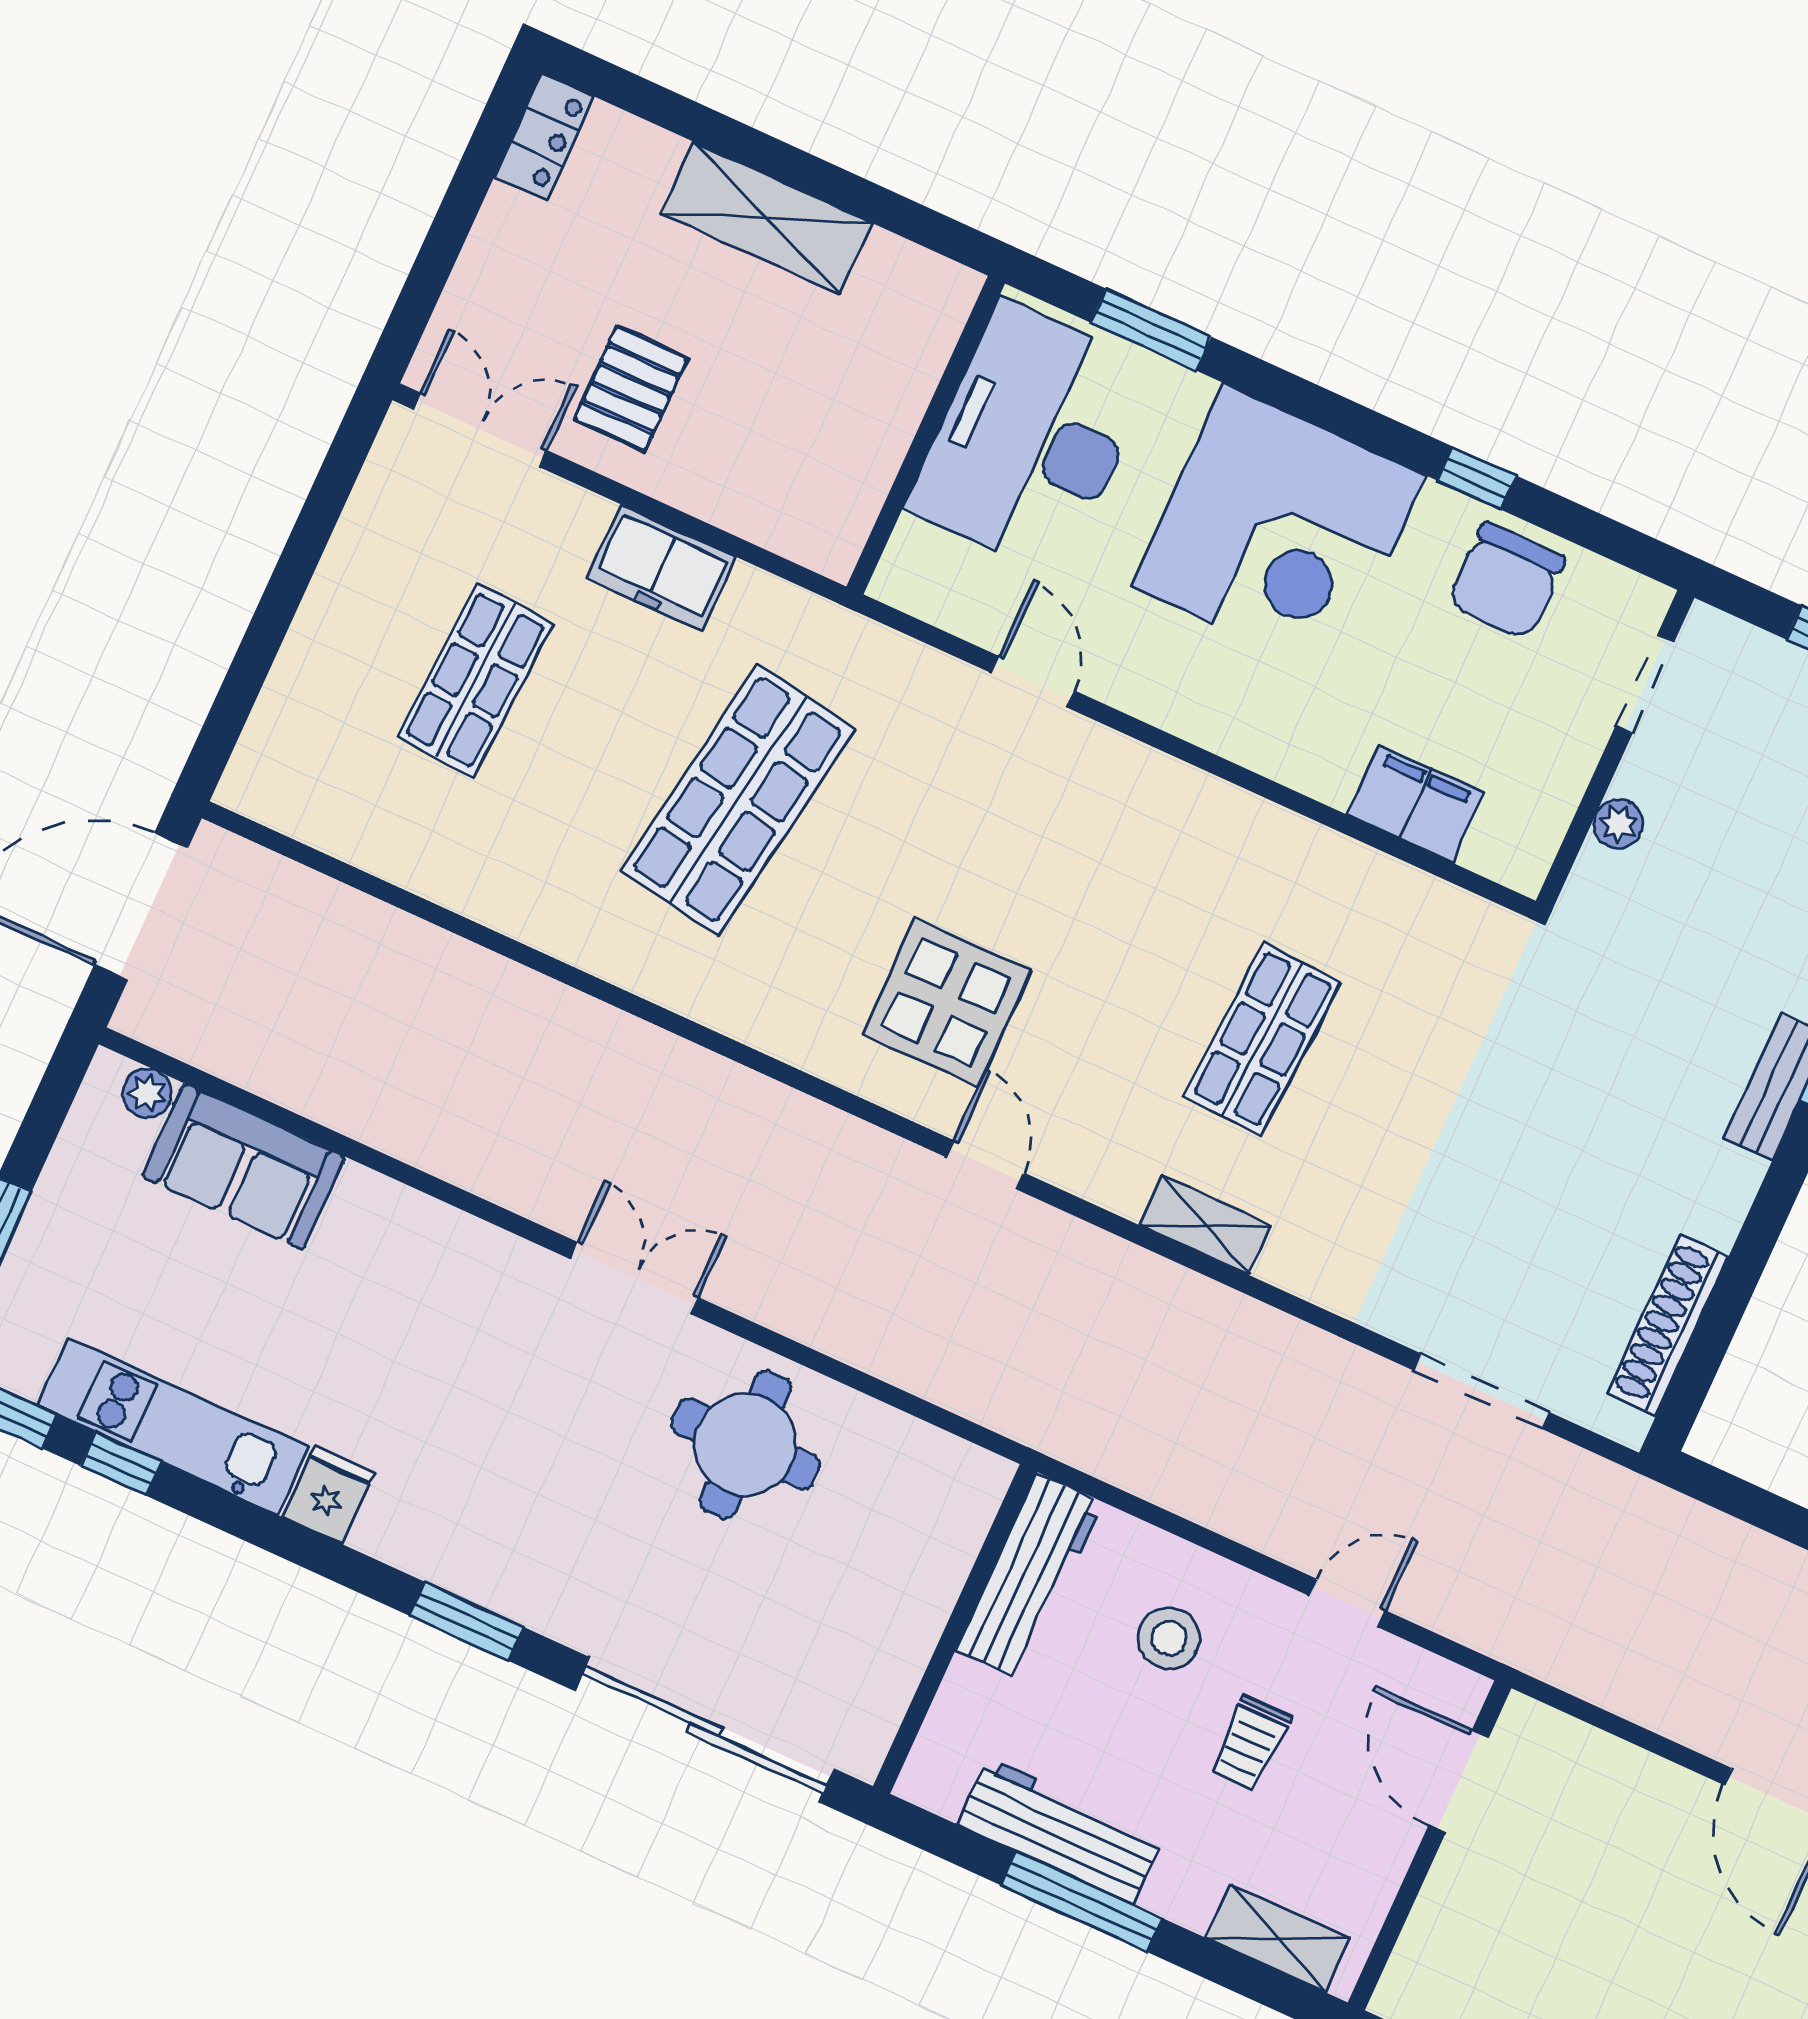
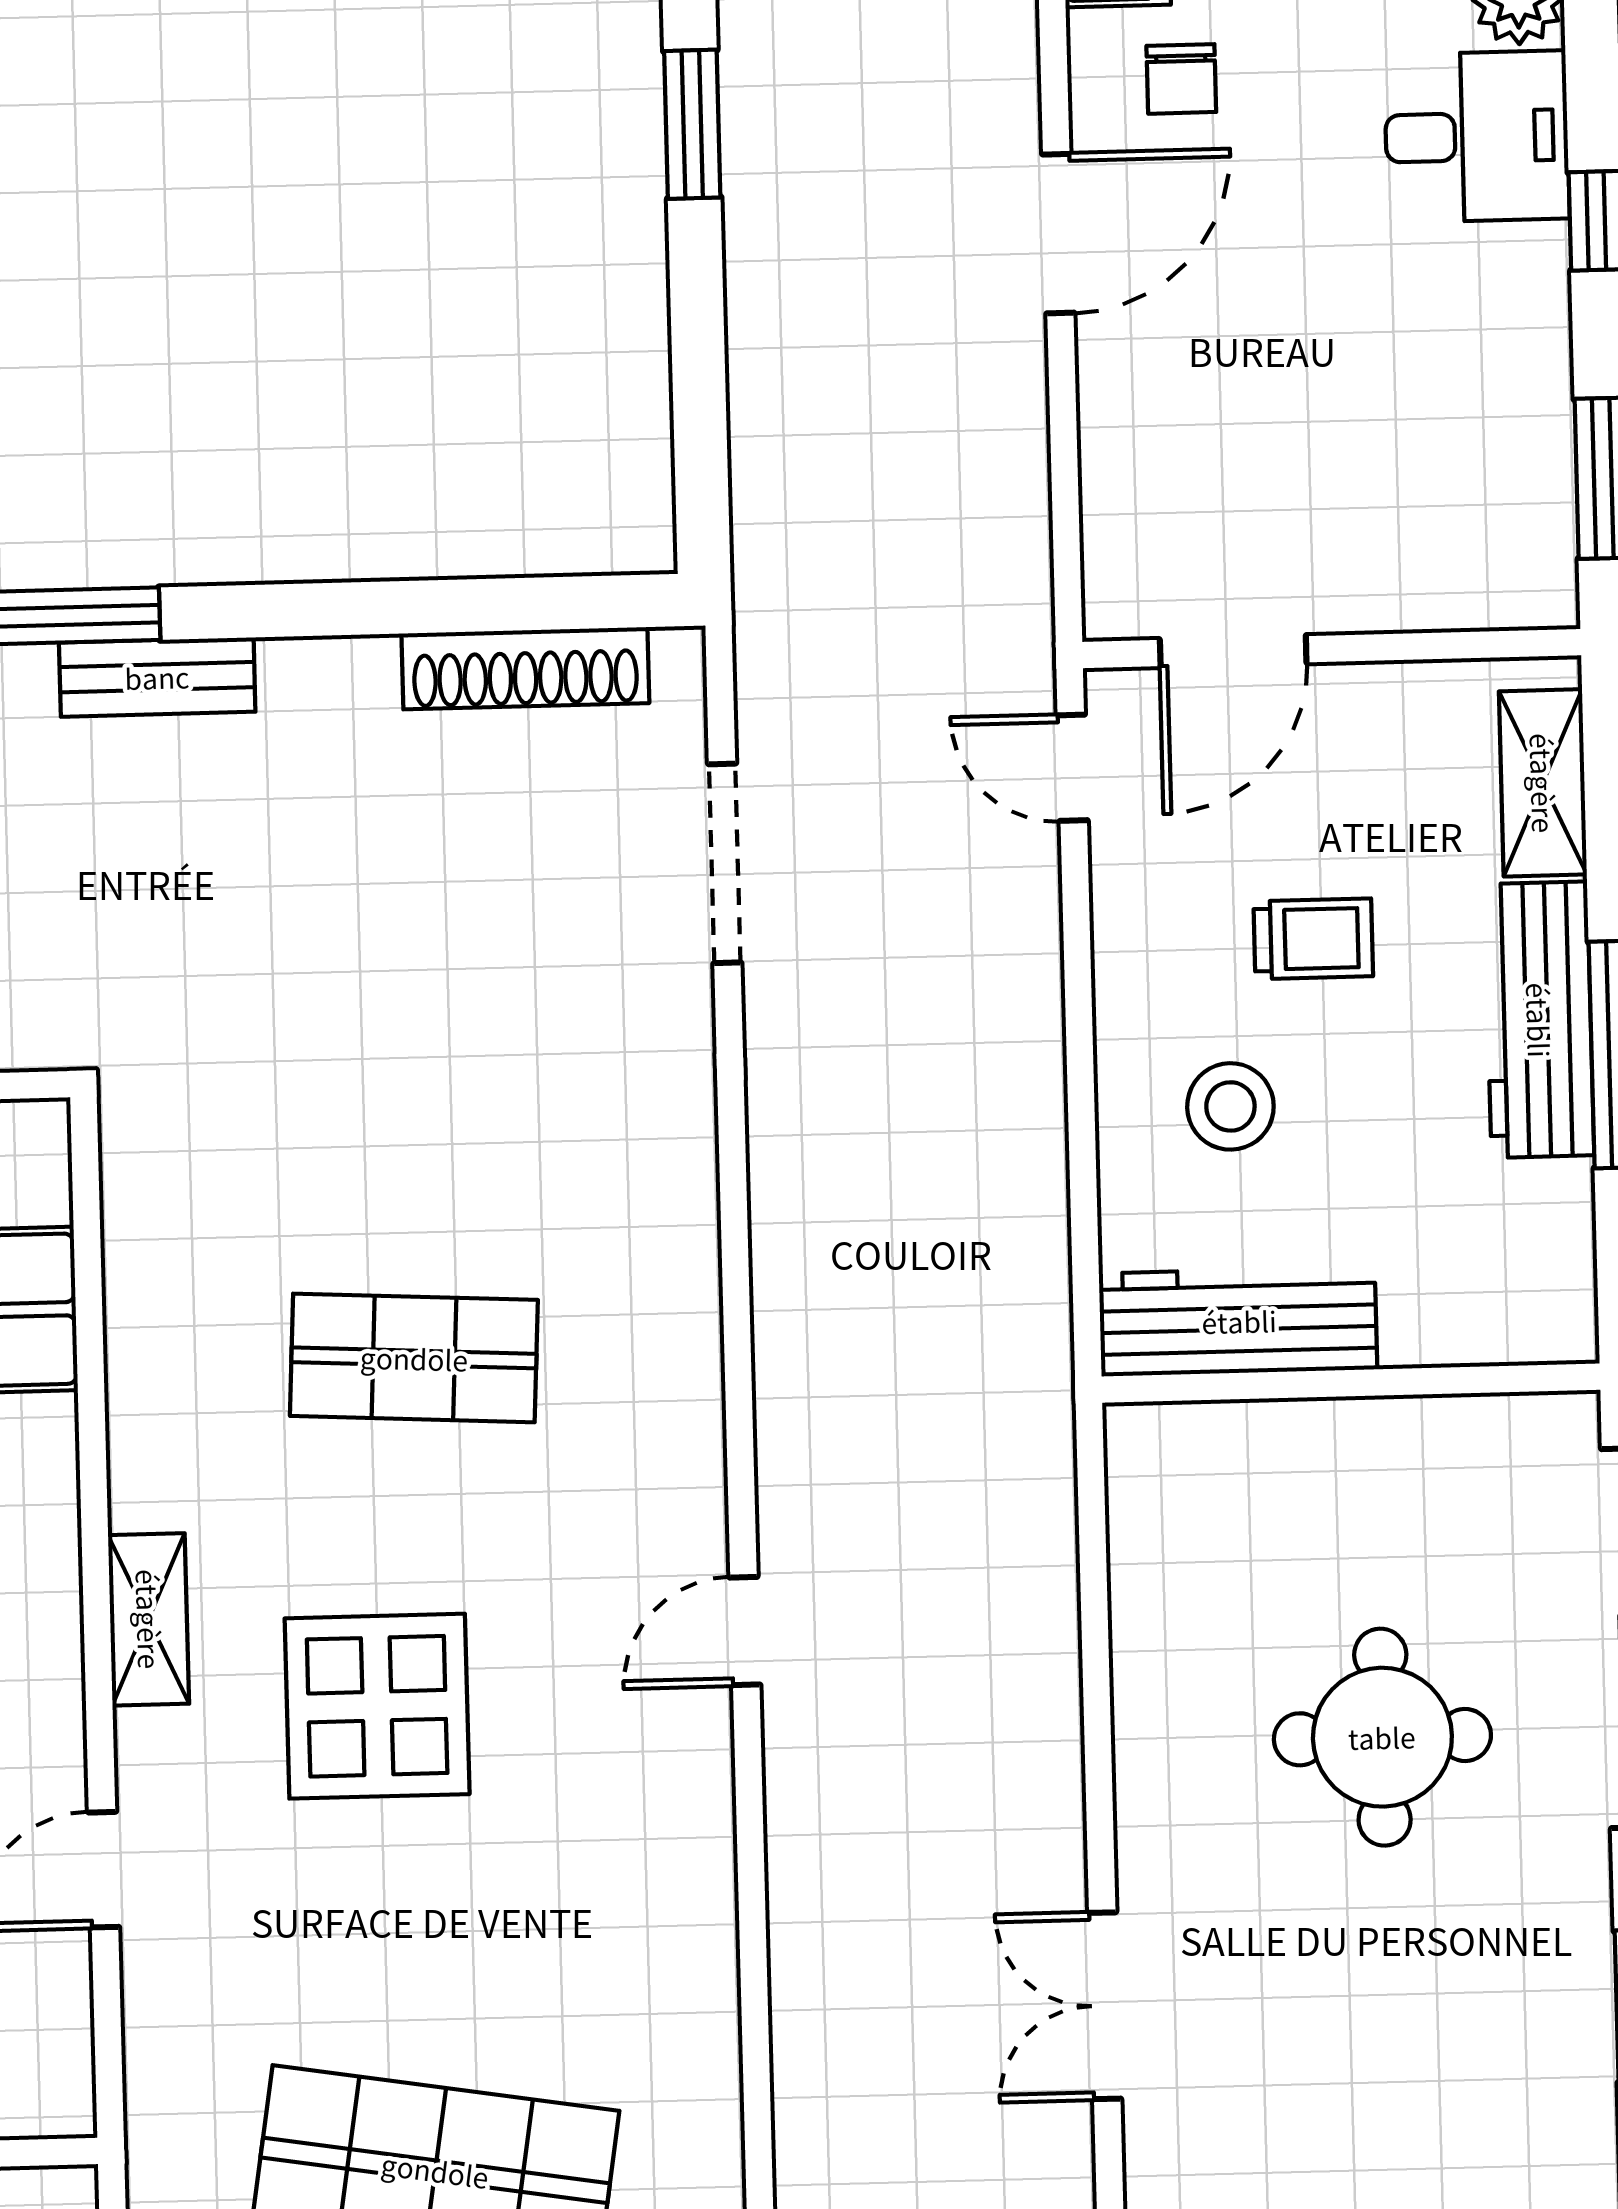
display table: (946, 1002) -> (377, 1706), moved
shelving: (1205, 1225) -> (149, 1619), moved
round table: (745, 1444) -> (1382, 1737), moved
door: (1347, 1603) -> (1072, 768), moved
workbench: (1060, 1831) -> (1539, 1020), moved

